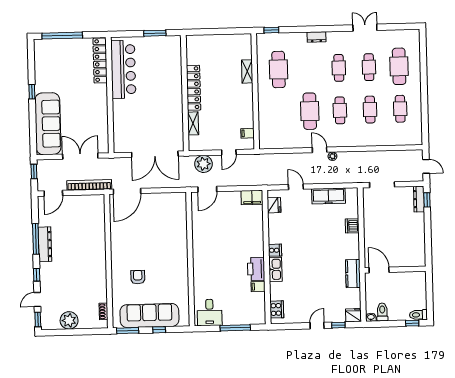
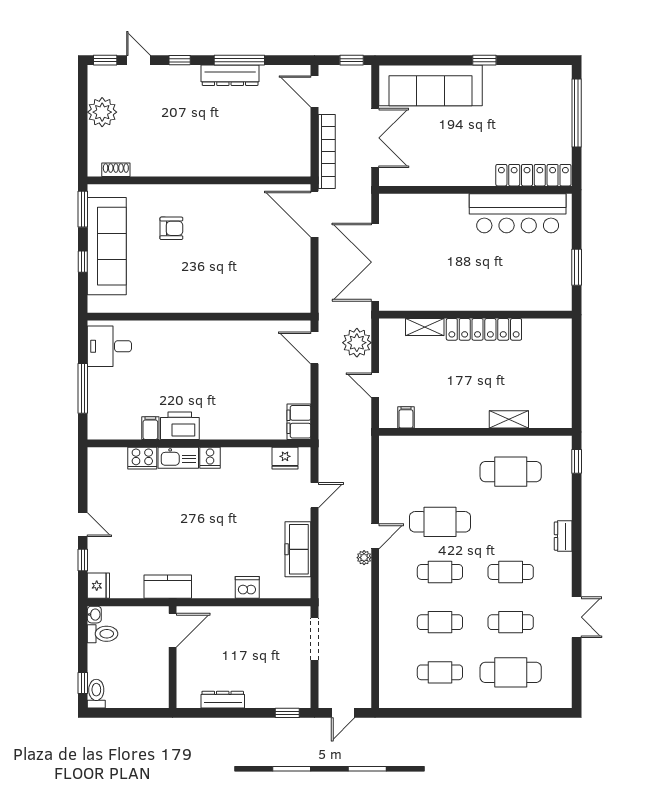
dresser: (419, 199) -> (223, 700), moved
cooker: (277, 309) -> (142, 458), moved

